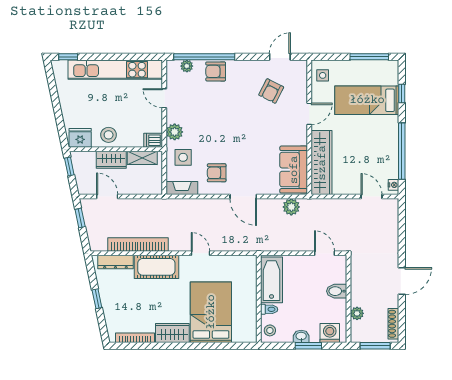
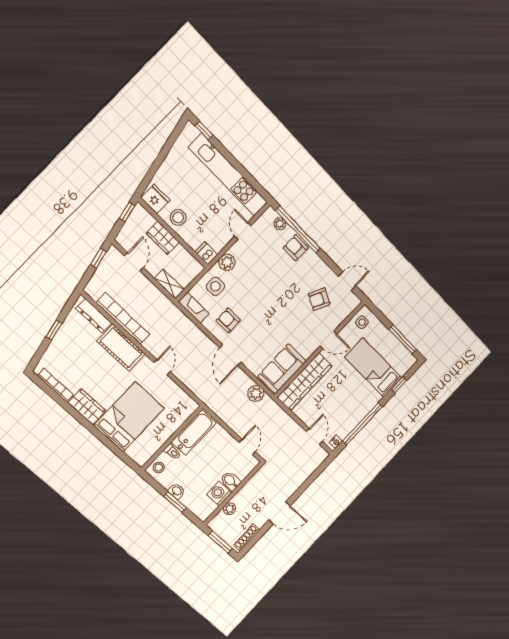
shelving: (142, 158) -> (169, 284), moved
washing machine: (330, 333) -> (219, 494), moved, turned -90

